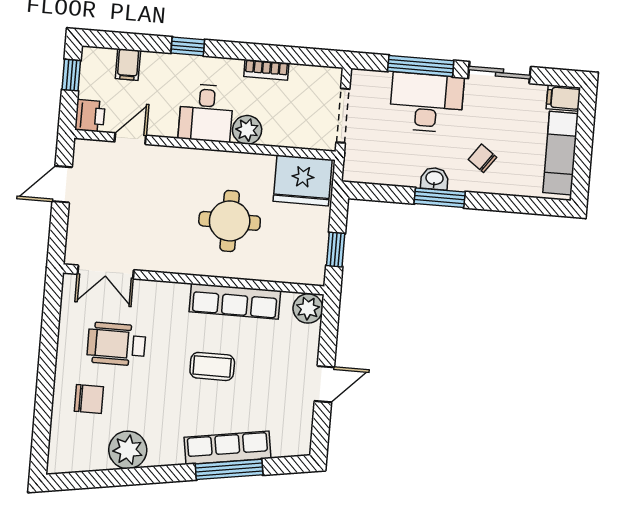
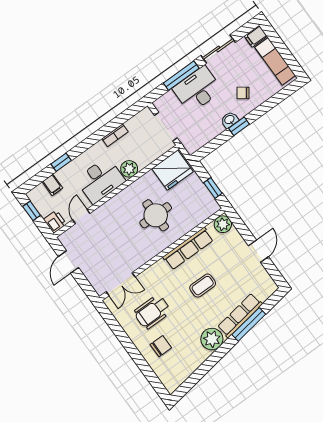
window: (188, 46) -> (61, 162), moved
desk: (206, 113) -> (100, 180), width x1.37
window: (440, 198) -> (239, 126), width x0.67
plant: (128, 450) -> (212, 339), moved

